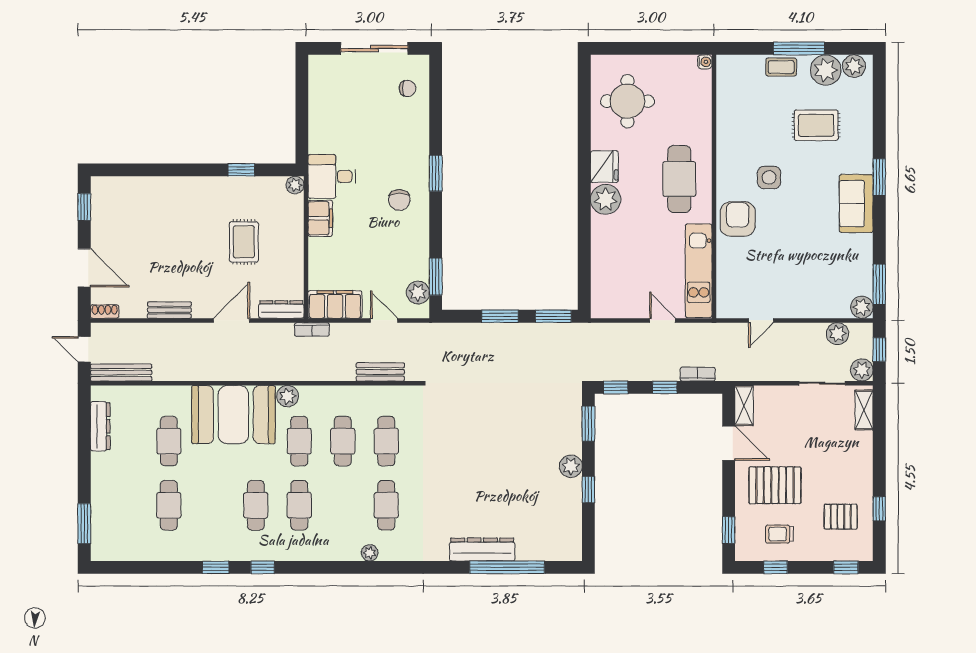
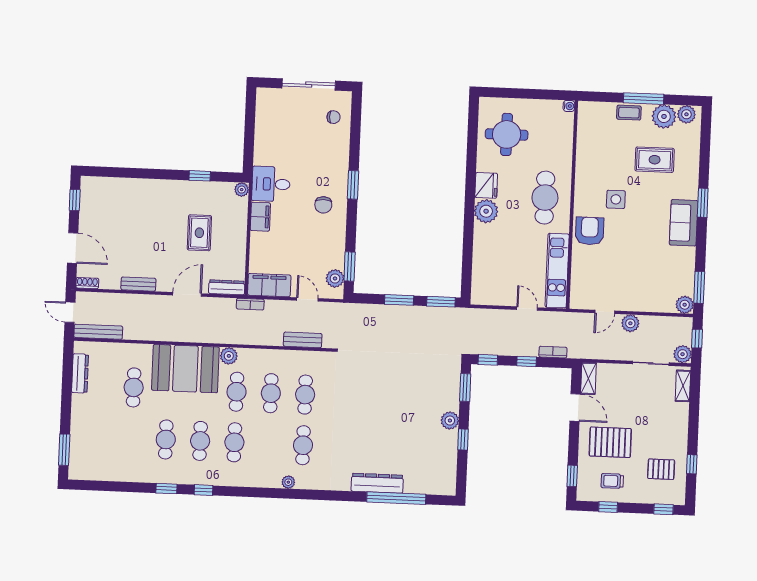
plant: (837, 334) -> (630, 323), moved
cafe table: (169, 505) -> (166, 439), moved

